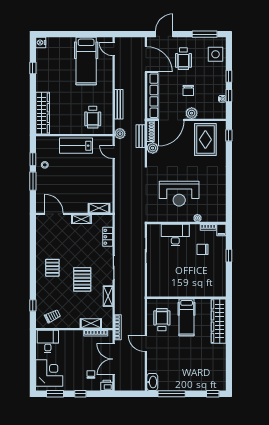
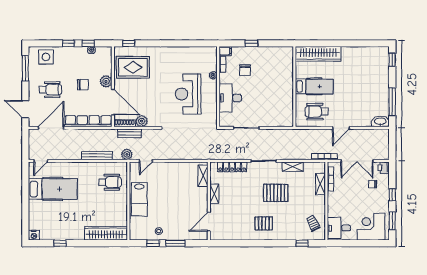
reception desk: (179, 194) -> (188, 94), turned 180
locker: (108, 237) -> (232, 167), width x1.53

